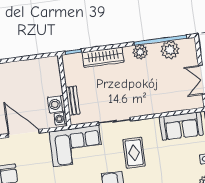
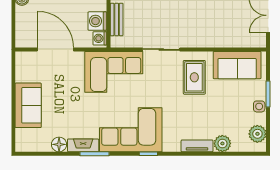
rug: (134, 153) -> (194, 77), moved

